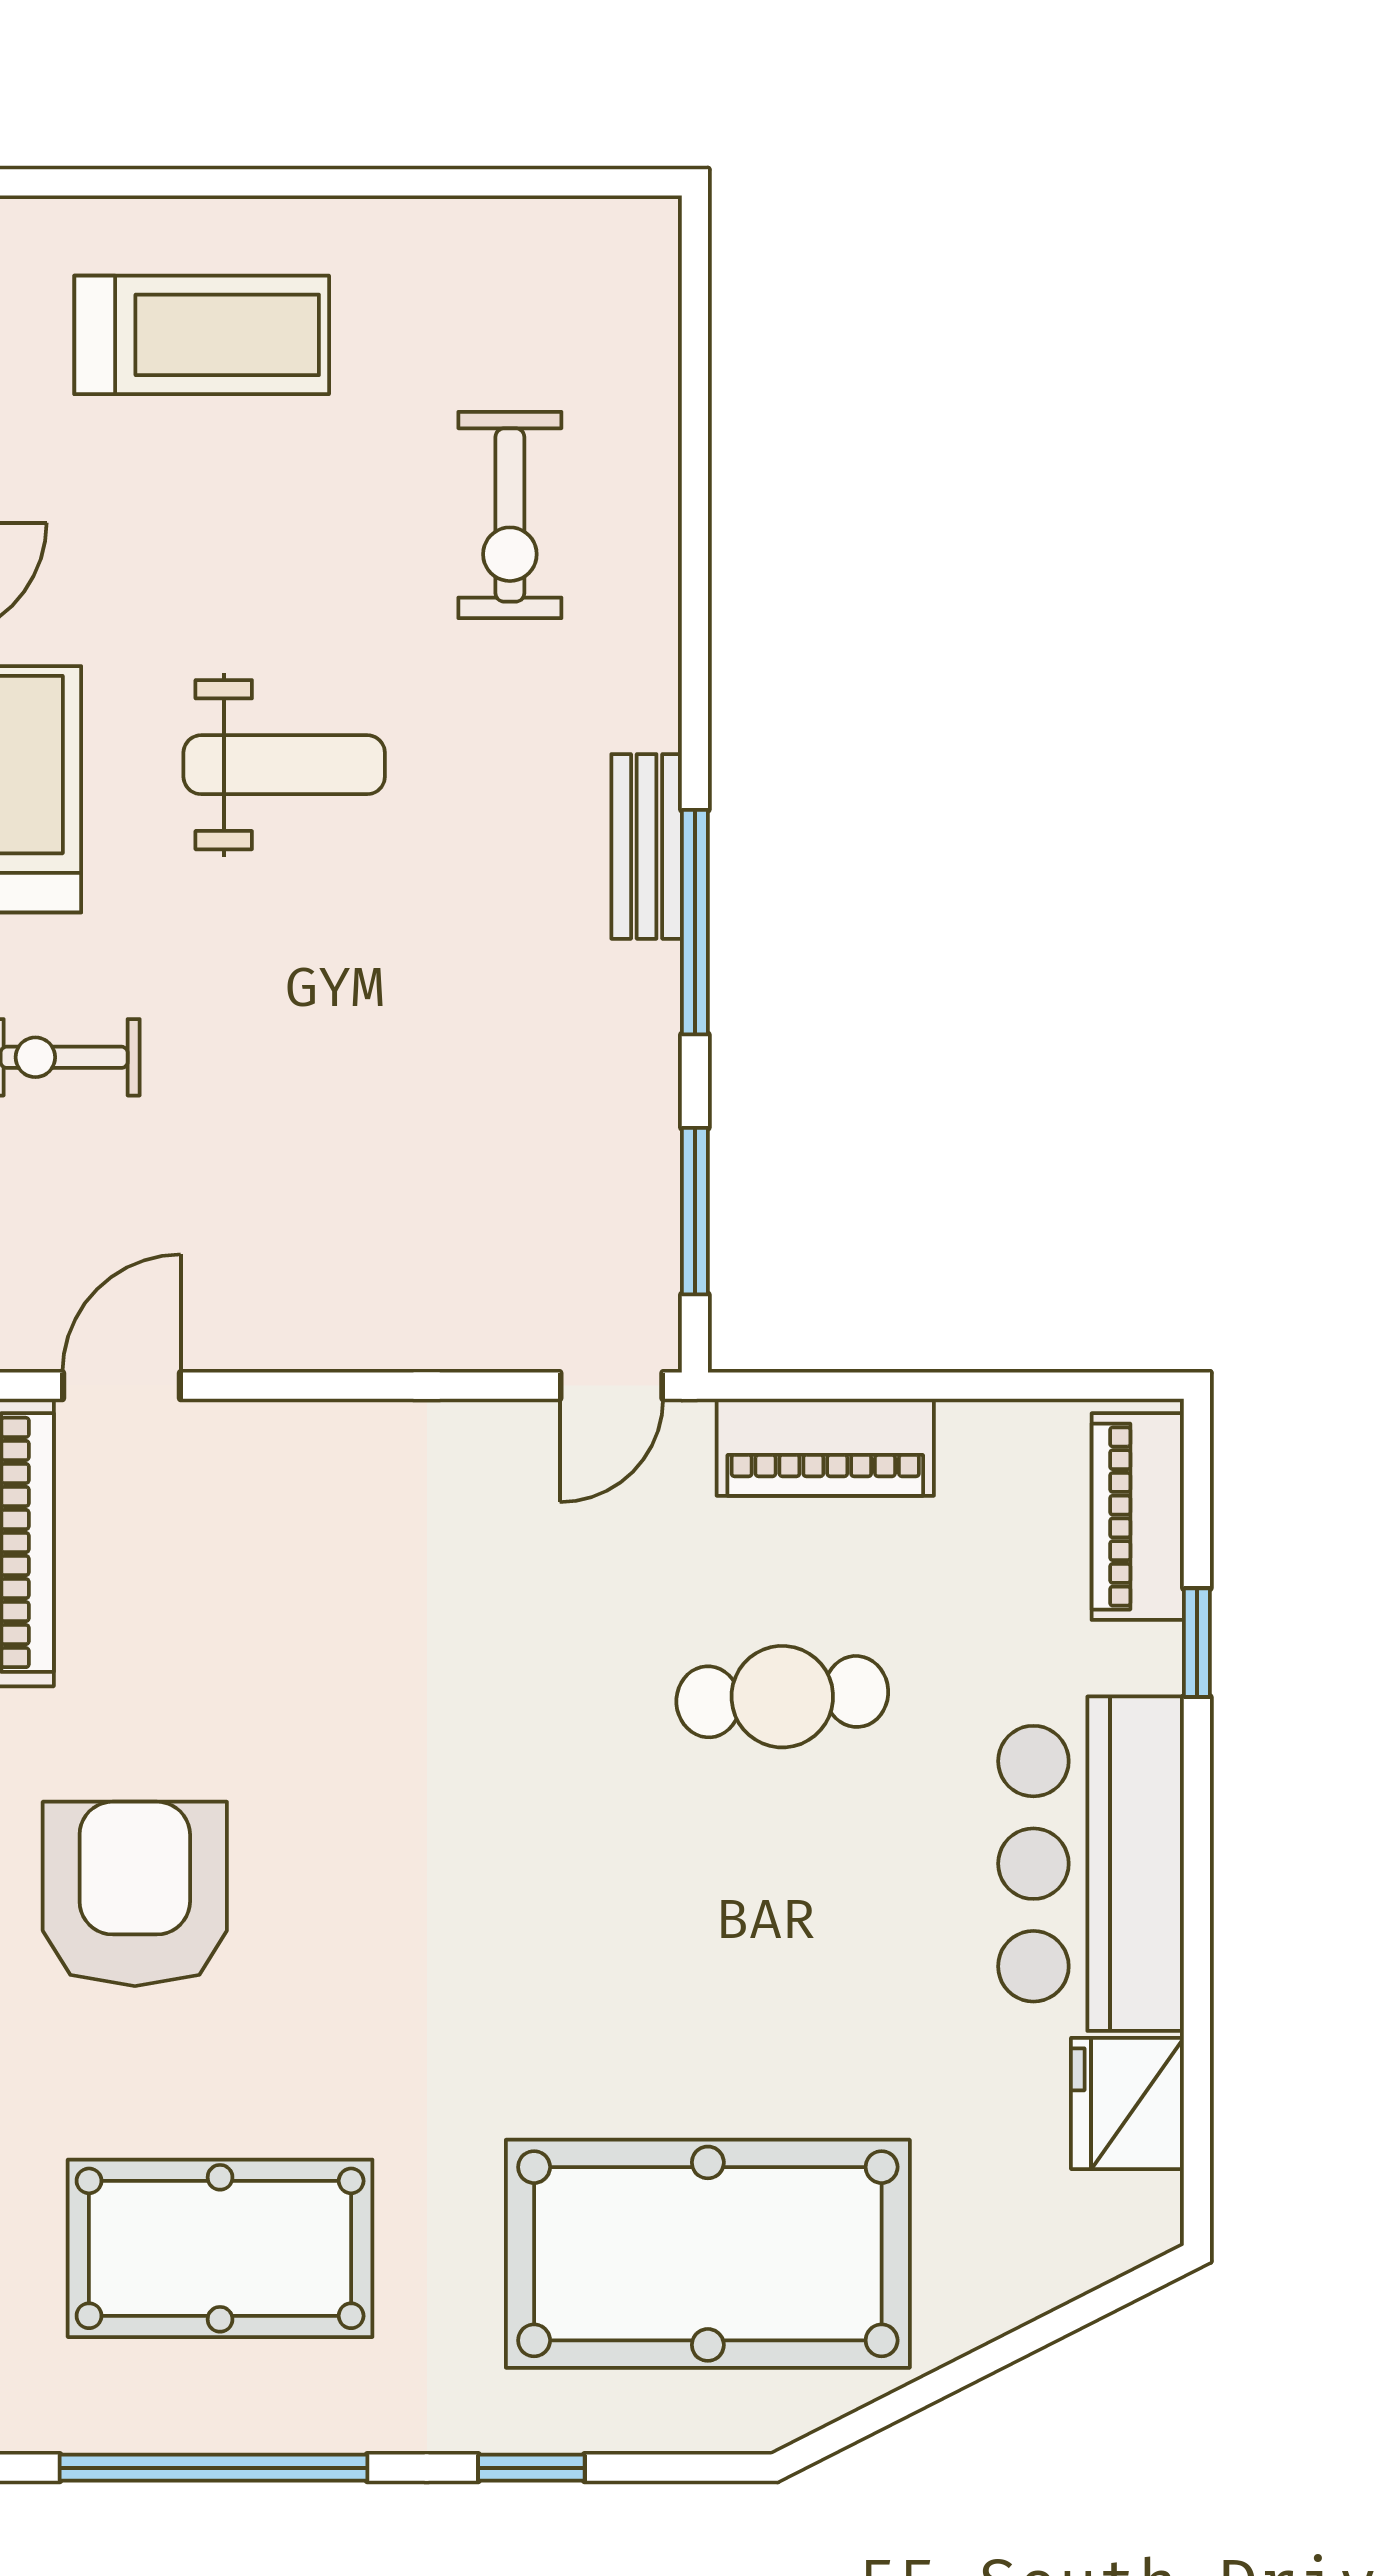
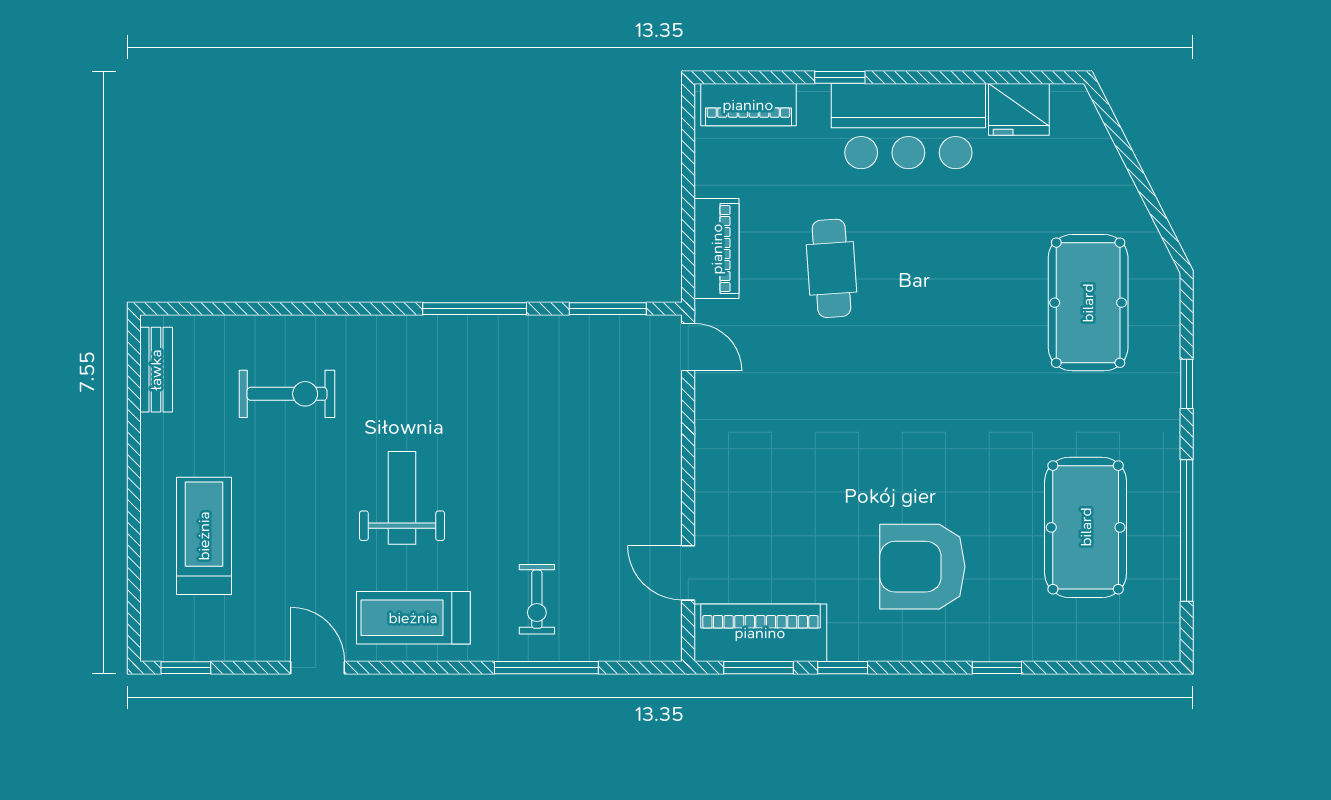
bench: (647, 846) -> (156, 370), moved, turned 90
window: (1197, 1643) -> (840, 77), moved
pool table: (708, 2254) -> (1088, 303), width x0.73, depth x0.76

